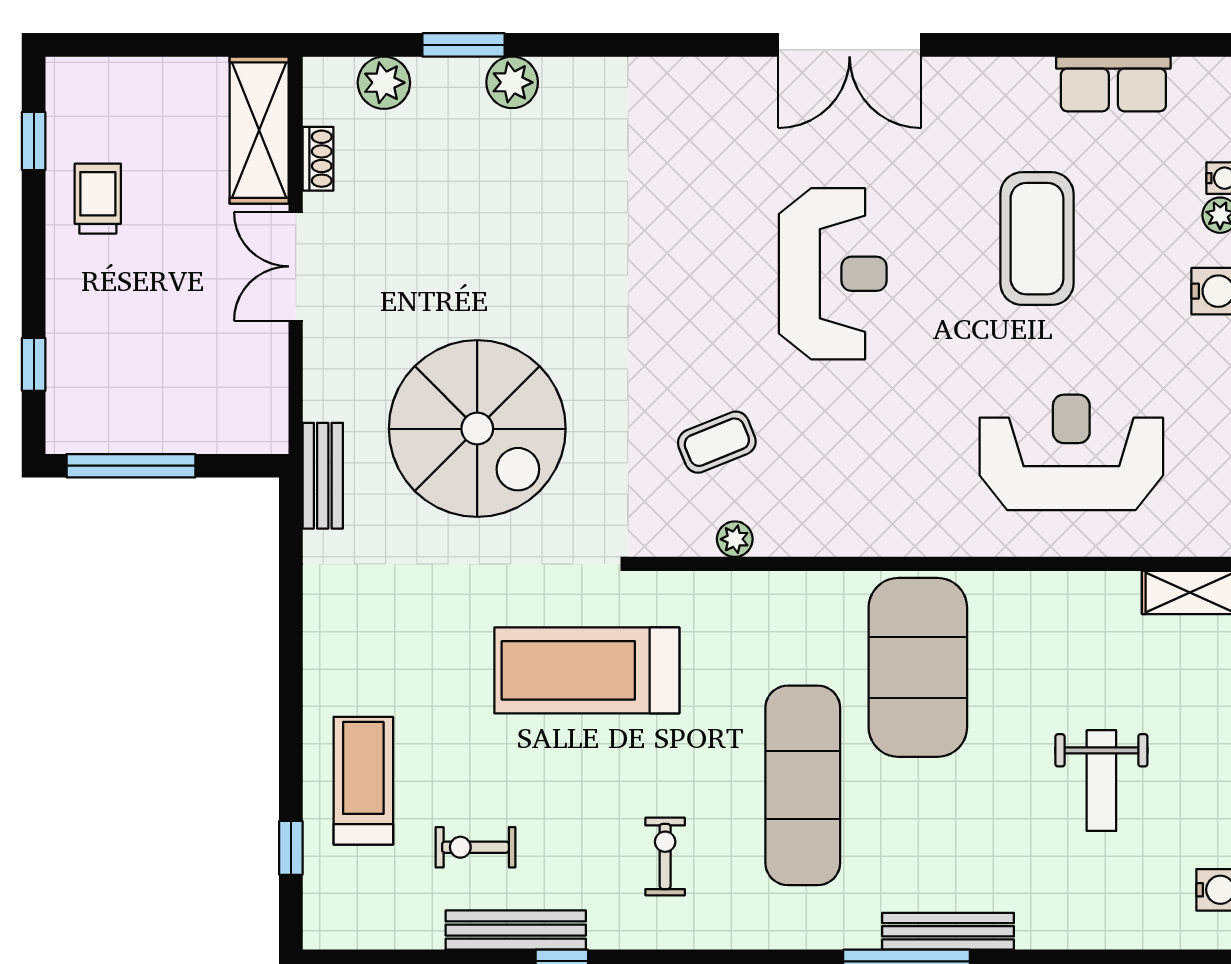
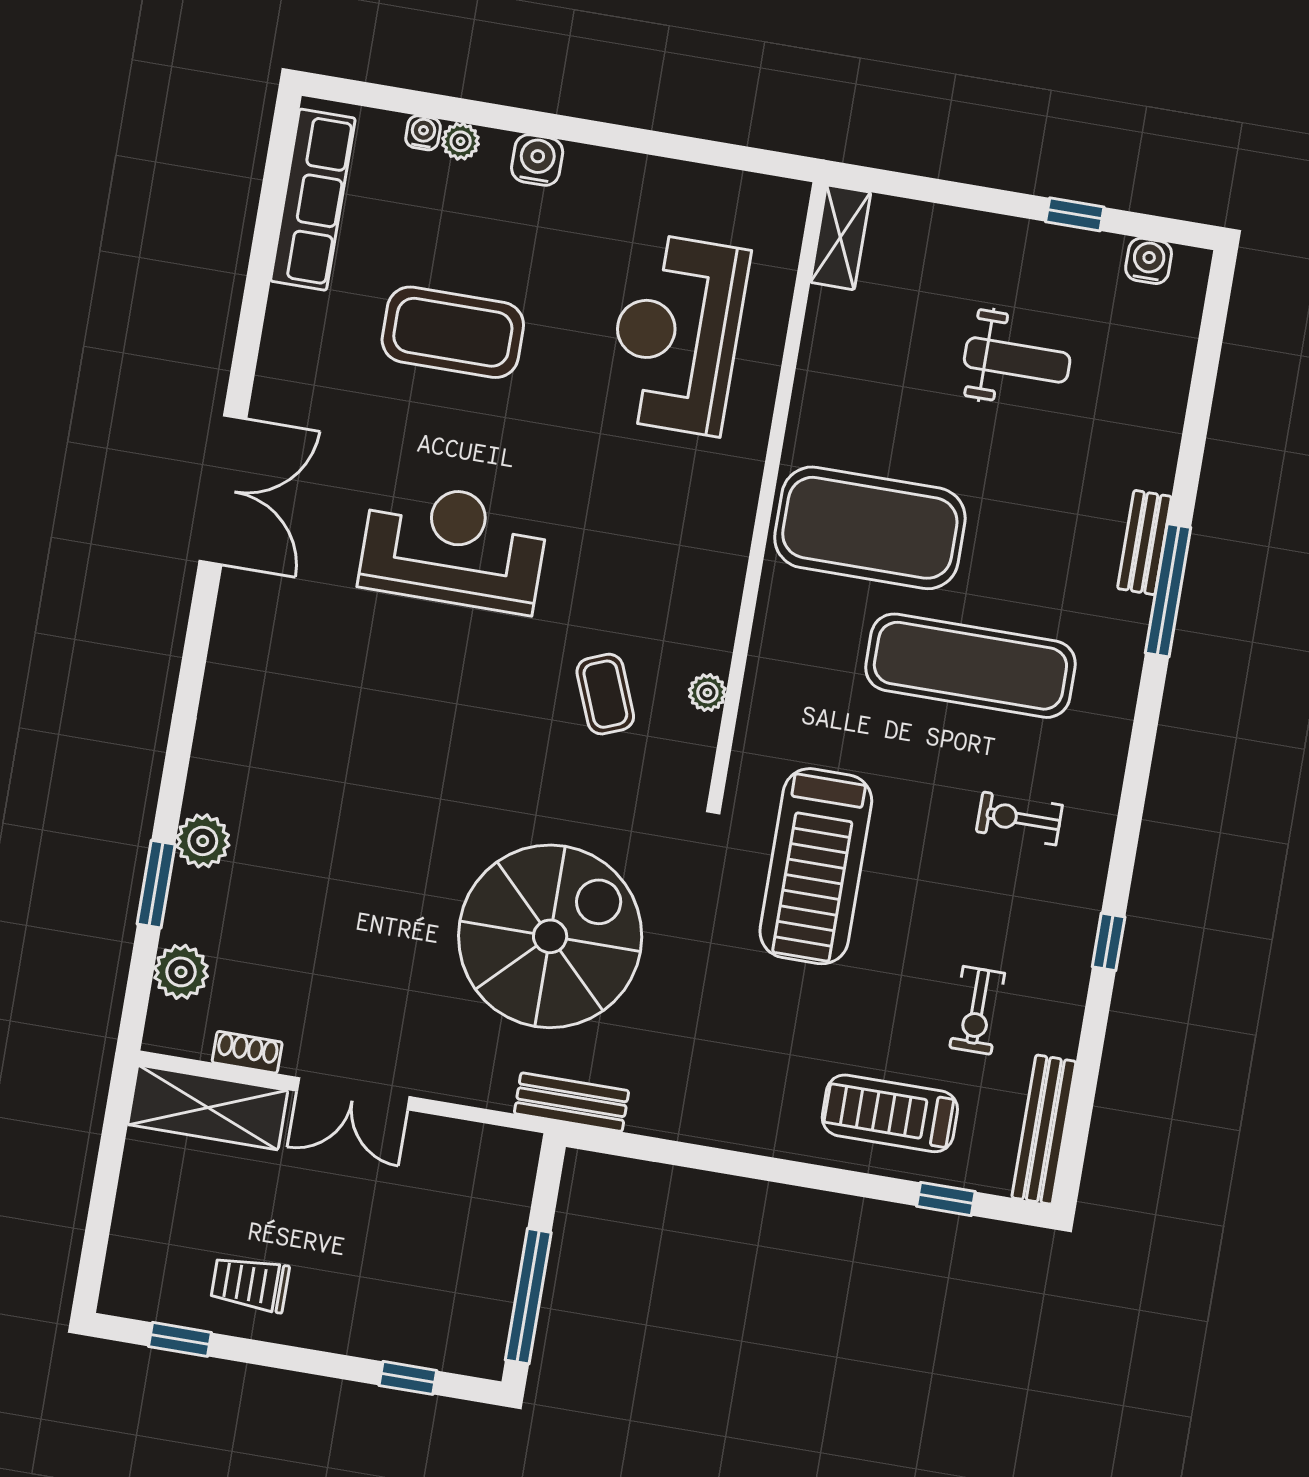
row of seats: (1113, 84) -> (313, 200), width x1.48
bench: (516, 930) -> (1044, 1130), moved
bench: (948, 931) -> (1144, 543), width x0.73

